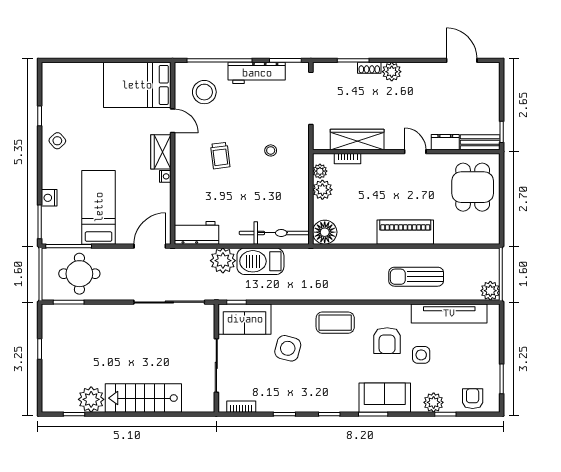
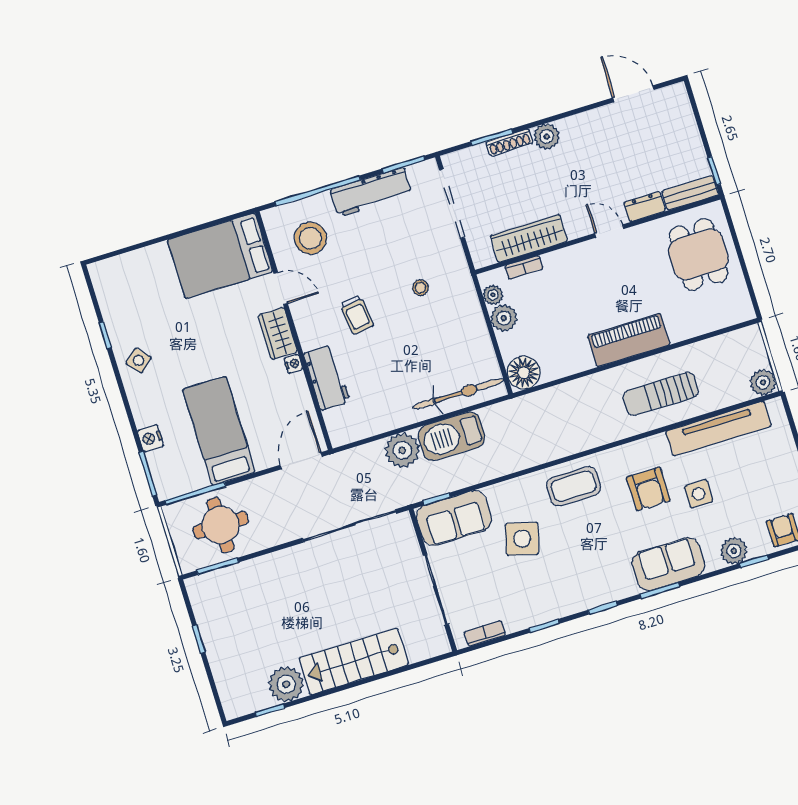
shoe rack: (369, 68) -> (509, 142), width x1.43
workbench: (196, 233) -> (327, 378), moved, turned 90

